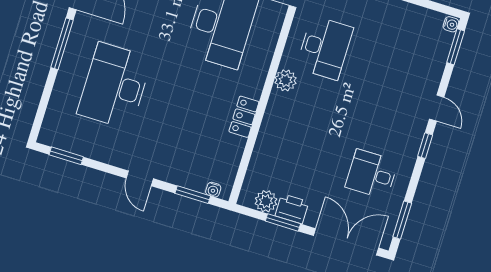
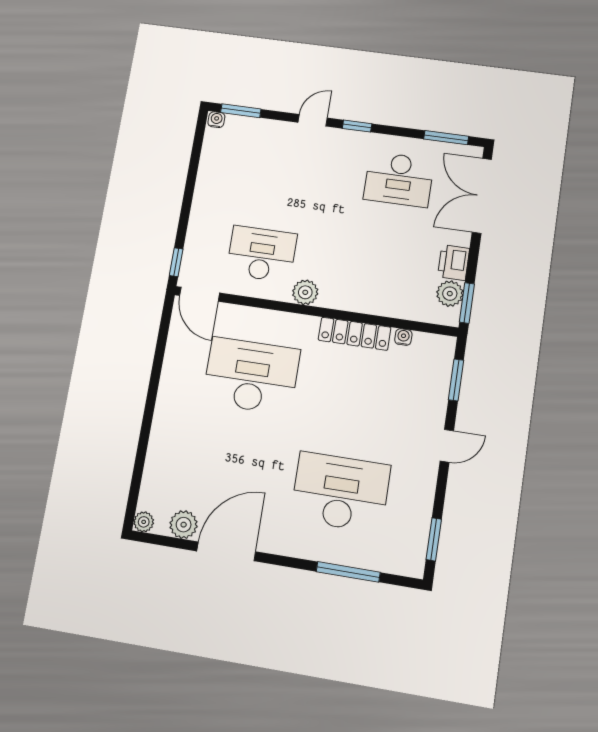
window: (62, 44) -> (348, 572), moved
desk: (115, 86) -> (340, 492), turned 180
locker: (244, 117) -> (355, 334), width x1.53
desk: (372, 174) -> (399, 179), width x1.37
water cooler: (213, 190) -> (403, 337), moved, turned -90
window: (283, 222) -> (467, 303), moved

